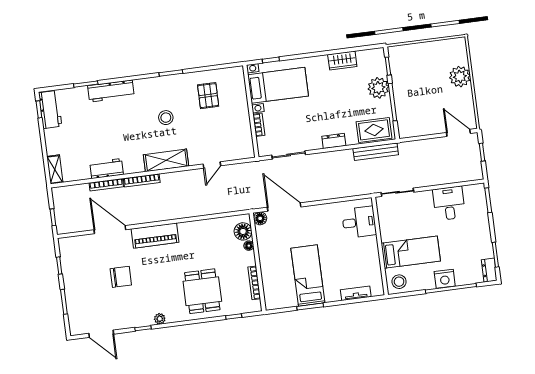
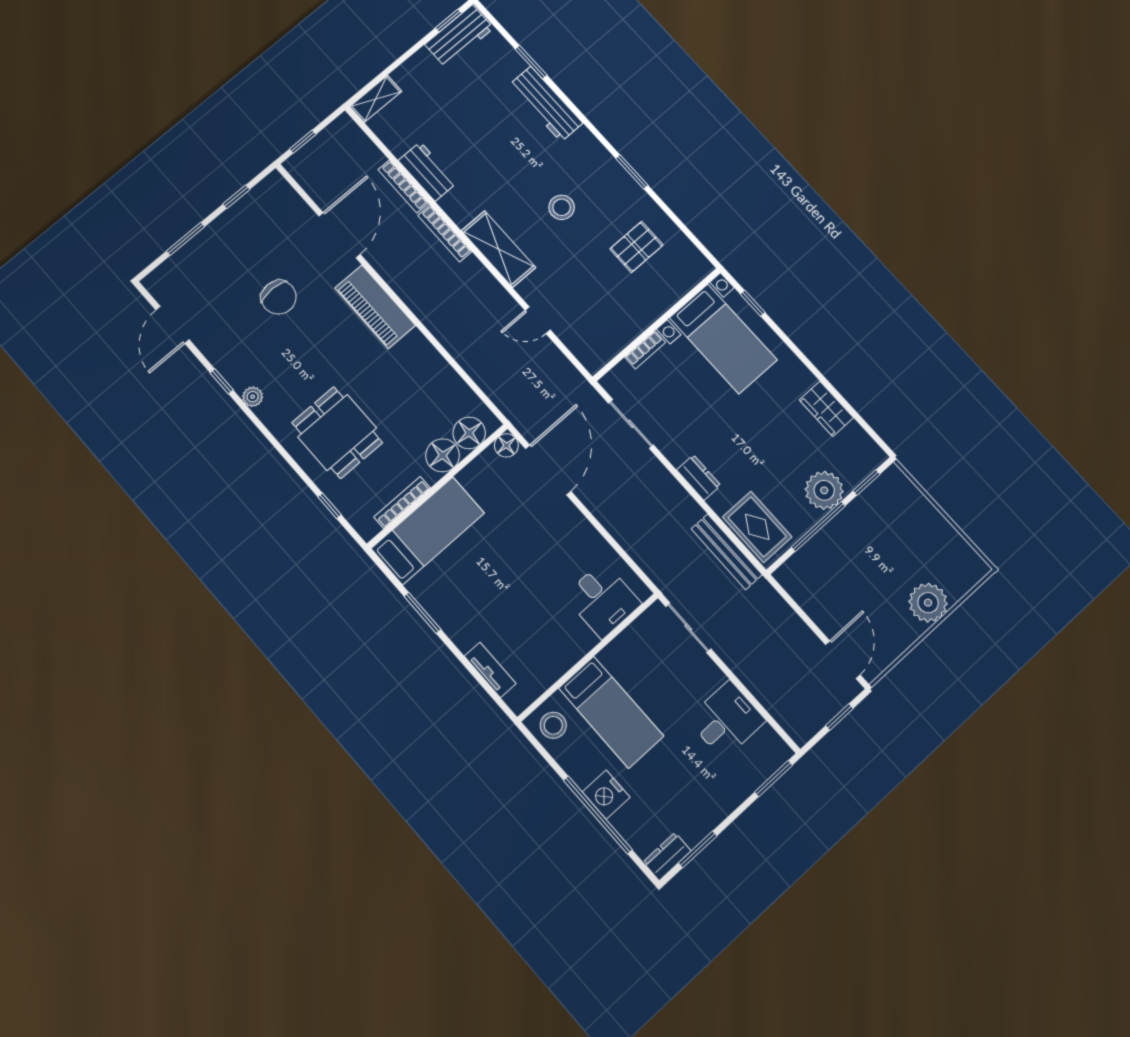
floor lamp: (249, 246) -> (443, 455), width x1.89, depth x1.89
bed: (308, 276) -> (428, 531), moved
dining table: (202, 291) -> (337, 433), turned 90

